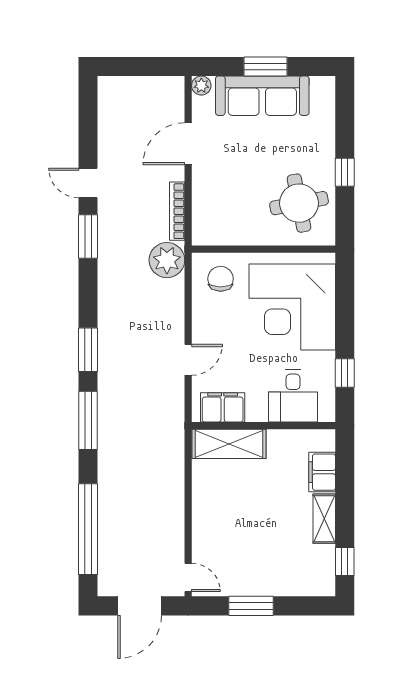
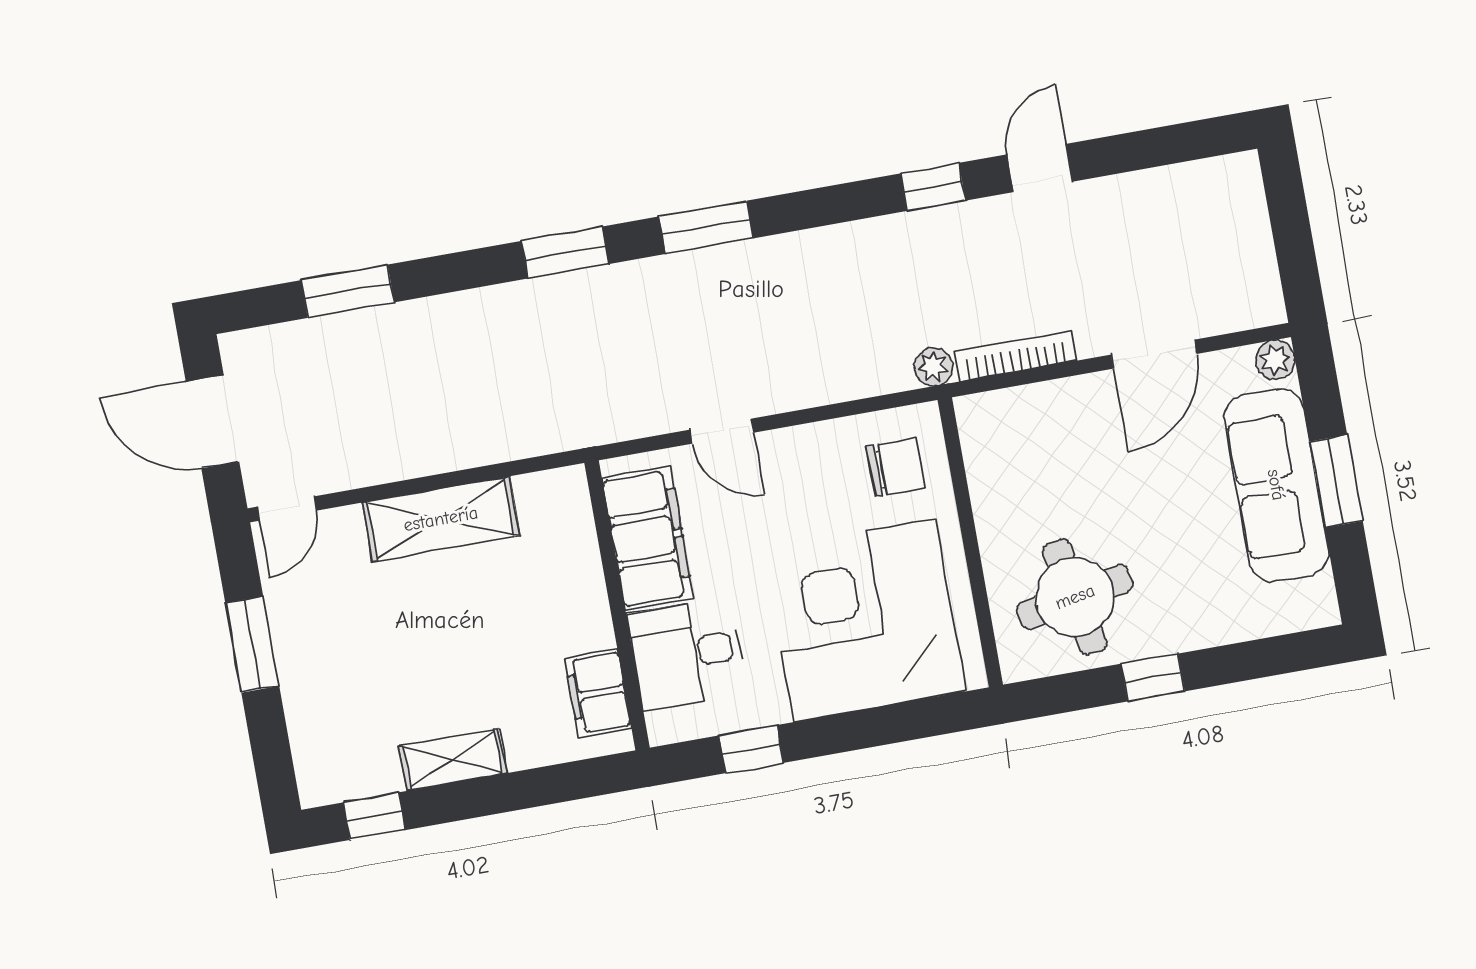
door: (188, 144) -> (1154, 354), swing flipped
window: (88, 237) -> (933, 187), width x0.67
plant: (167, 260) -> (933, 367), width x0.53, depth x0.53
filing cabinet: (223, 407) -> (648, 538), width x1.50, depth x1.17
window: (88, 420) -> (565, 252), width x0.69
shelving: (229, 444) -> (441, 519), moved, turned 90
filing cabinet: (322, 472) -> (598, 693), moved, turned -90
window: (88, 529) -> (348, 291), width x0.47

